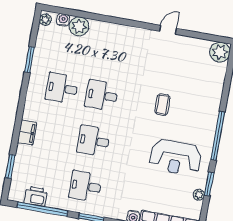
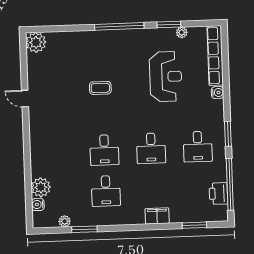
plant: (45, 20) -> (65, 221), moved
reception desk: (175, 158) -> (166, 77), moved

